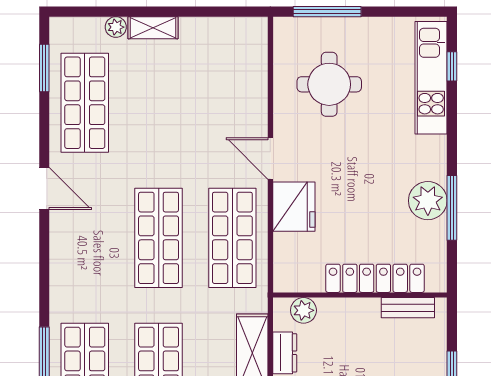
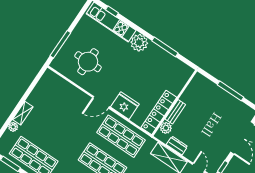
plant: (428, 201) -> (139, 43), moved
locker: (375, 278) -> (159, 112), moved
bench: (408, 308) -> (175, 112), moved

